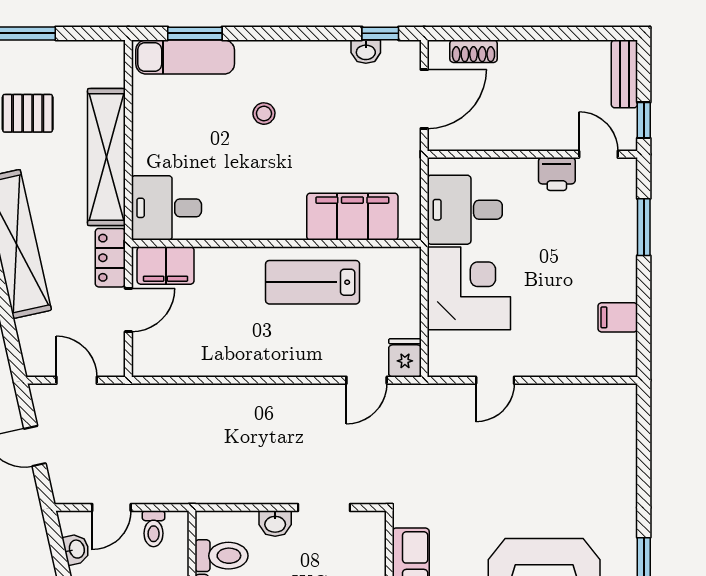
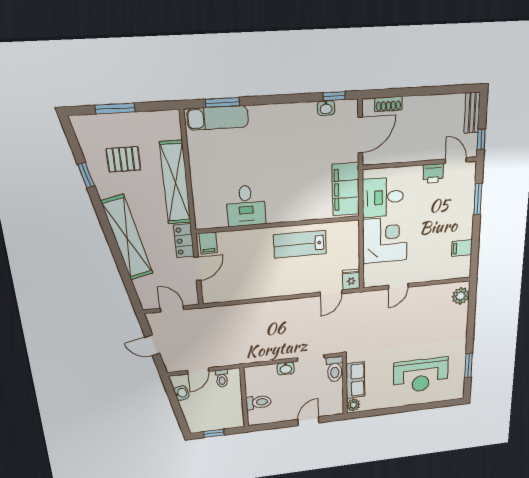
stool: (264, 114) -> (268, 150), removed
desk: (166, 208) -> (246, 206), moved, turned -90
filing cabinet: (352, 217) -> (346, 189), moved, turned -90
filing cabinet: (166, 265) -> (208, 243), width x0.50
plant: (620, 413) -> (461, 296), added
toilet: (222, 556) -> (335, 369), moved, turned 90

